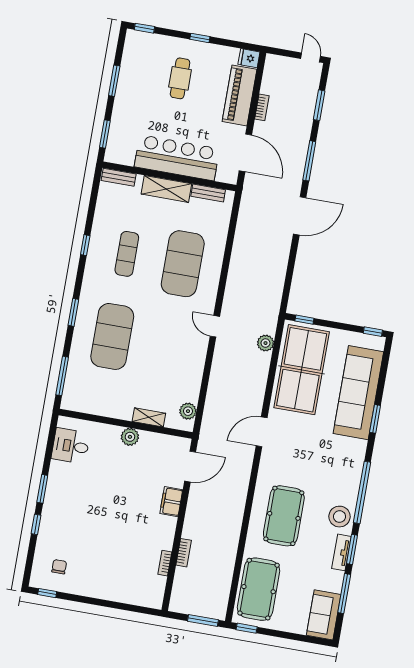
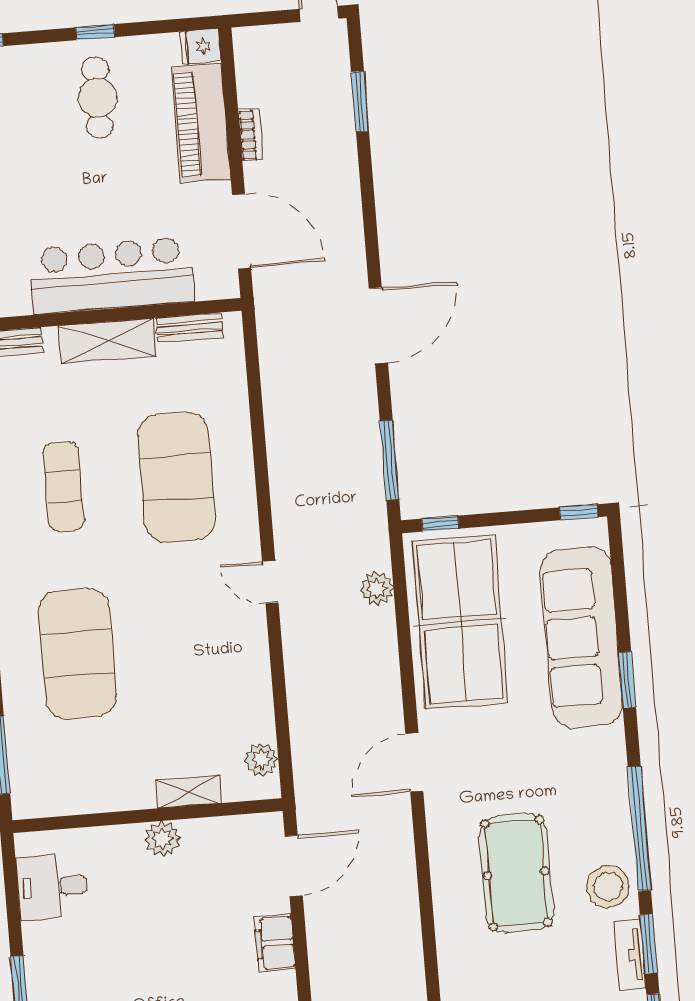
cafe table: (180, 78) -> (98, 98), moved
window: (309, 161) -> (389, 460), moved
pool table: (284, 516) -> (516, 873), moved

